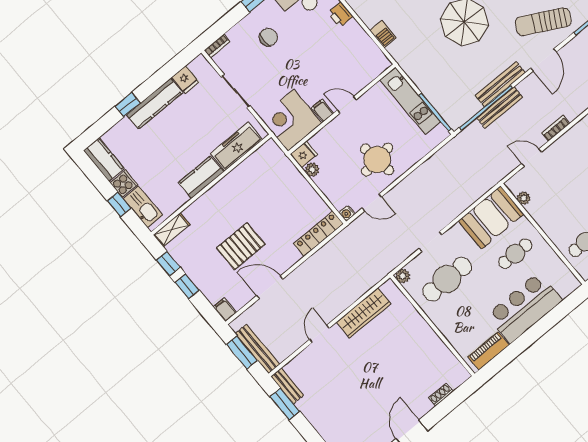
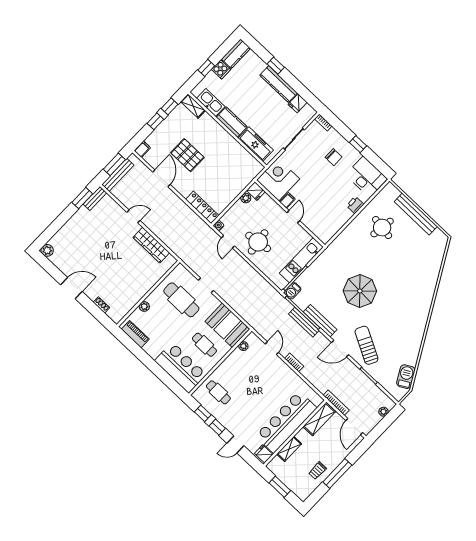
barbecue: (383, 34) -> (293, 291), moved
kitchen sink: (143, 207) -> (211, 102), moved, turned -90
plant: (403, 276) -> (144, 307), moved
bar counter: (525, 308) -> (181, 367), moved

